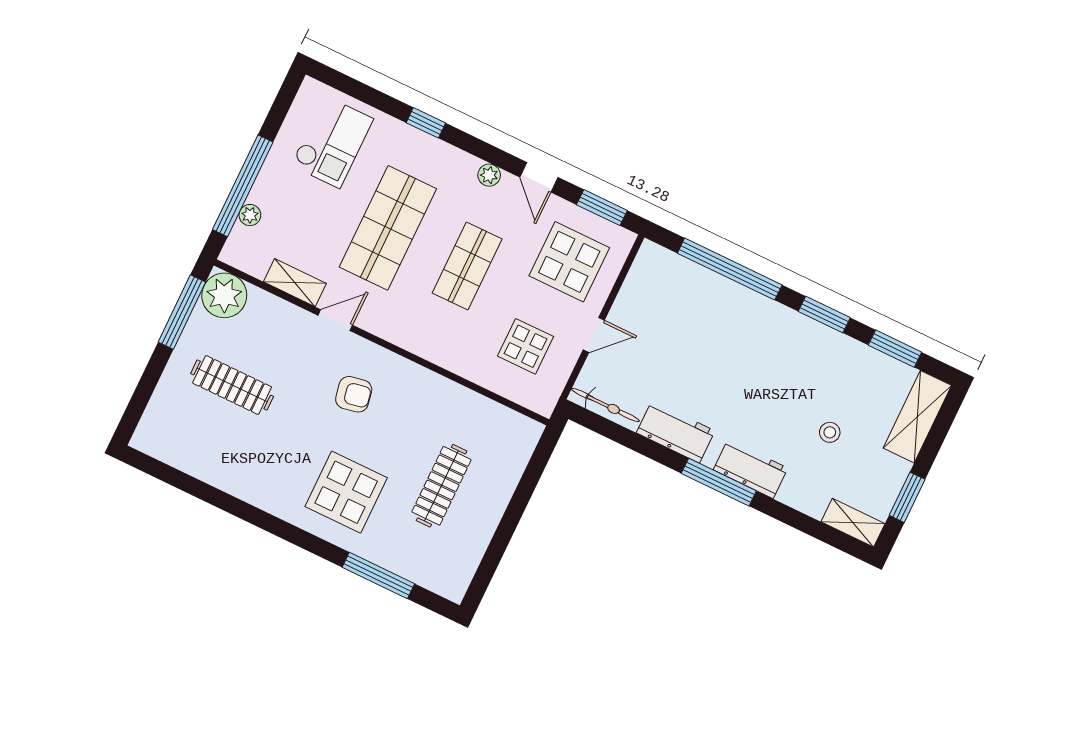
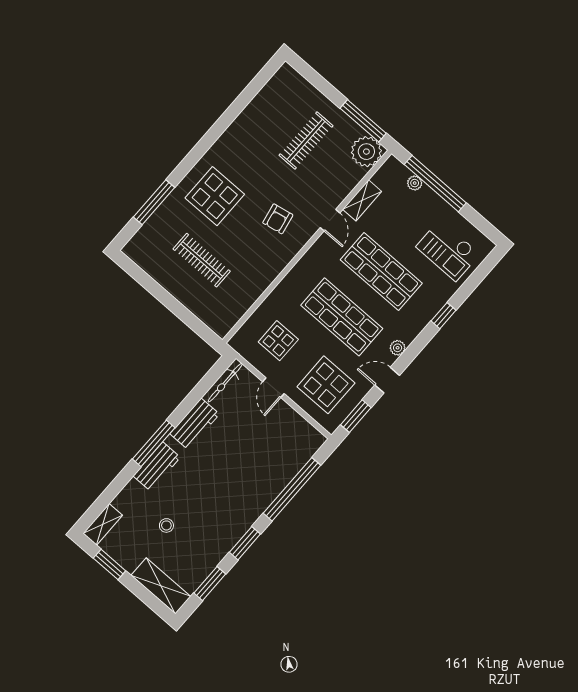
shop shelf: (467, 266) -> (342, 317), width x1.43, depth x1.36

